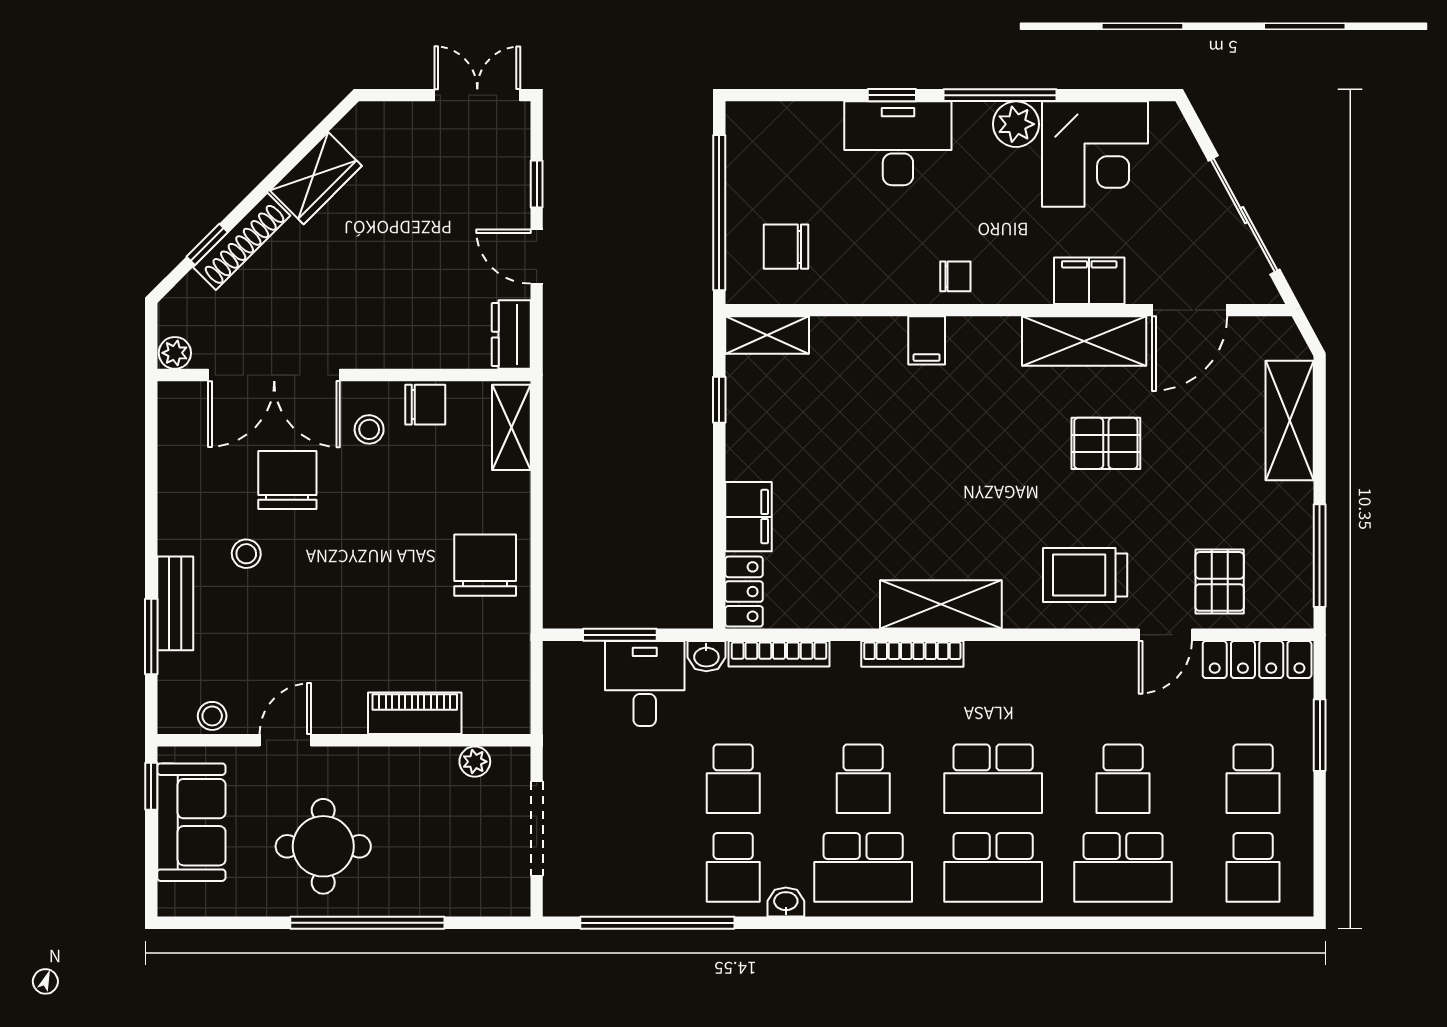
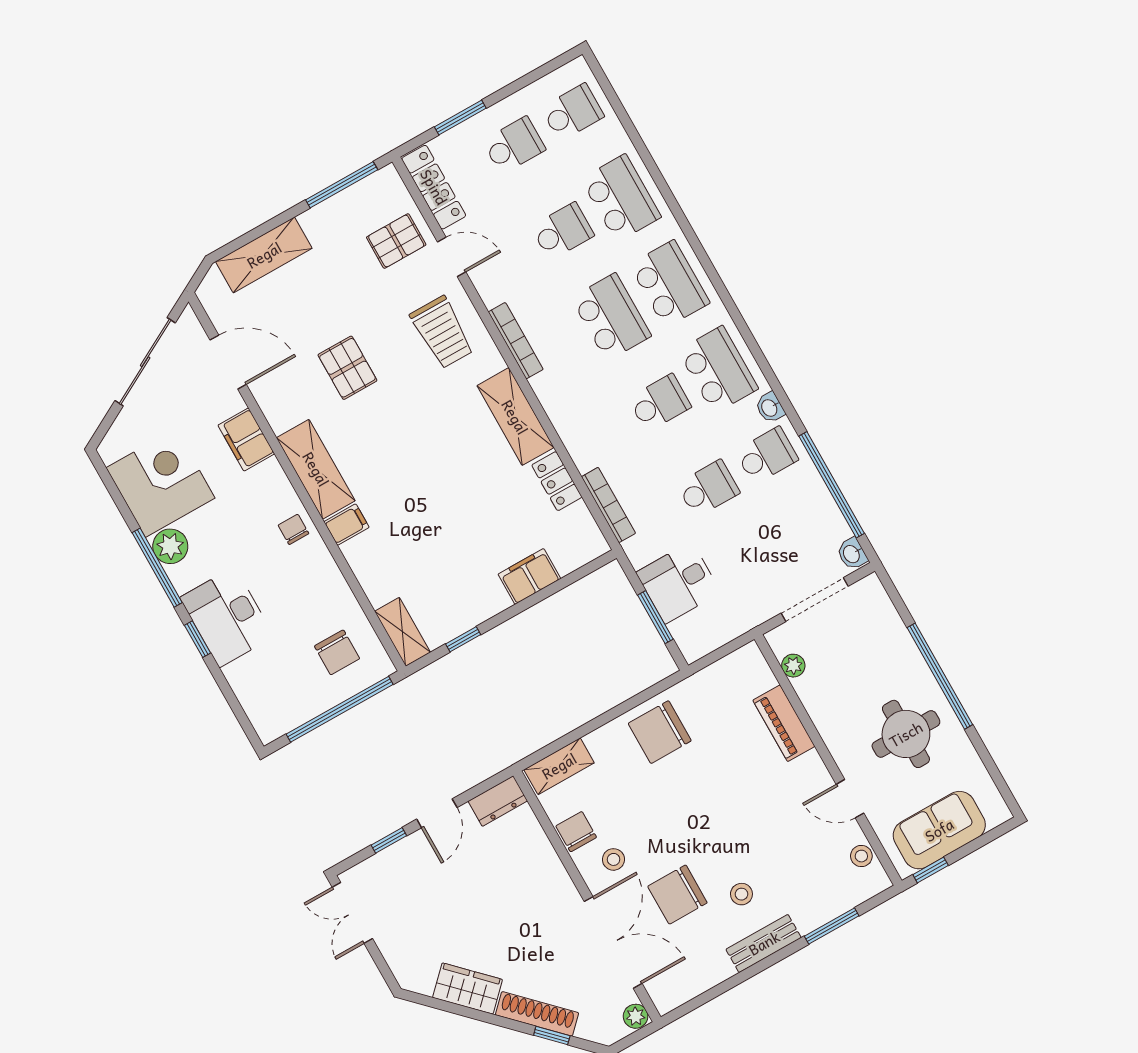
shelving: (1084, 341) -> (316, 469), moved
locker: (744, 592) -> (557, 481), moved, turned -90
bench: (175, 603) -> (764, 943), moved
bookcase: (912, 654) -> (516, 341), moved
washbasin: (706, 656) -> (852, 554), moved, turned 180

